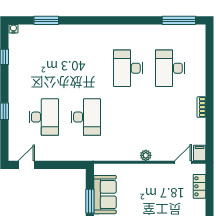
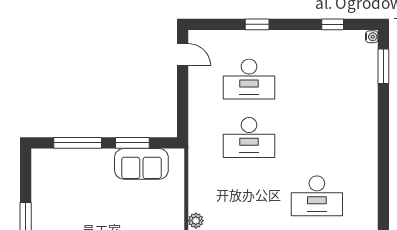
window: (46, 20) -> (383, 66), moved
desk: (128, 68) -> (317, 196), turned 180

